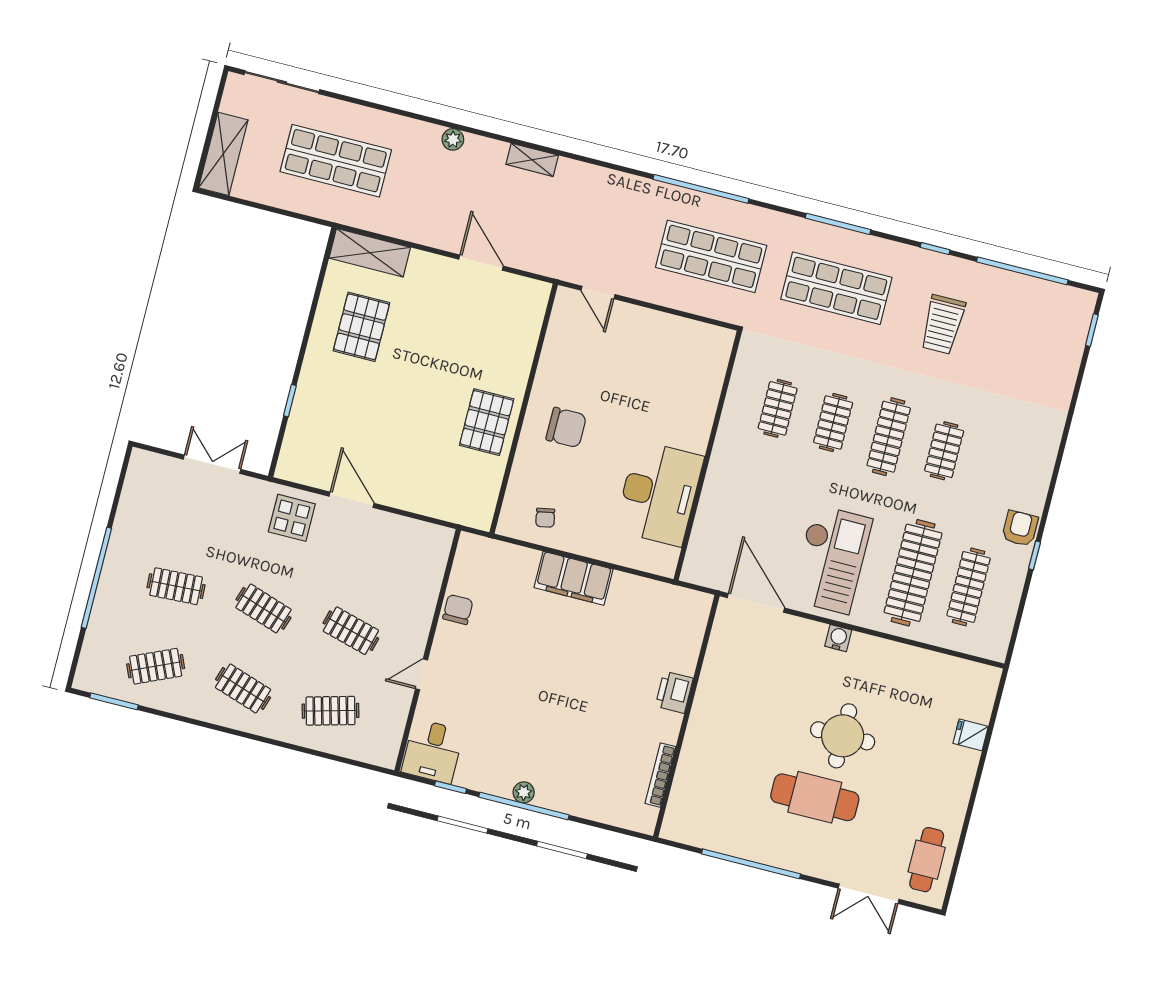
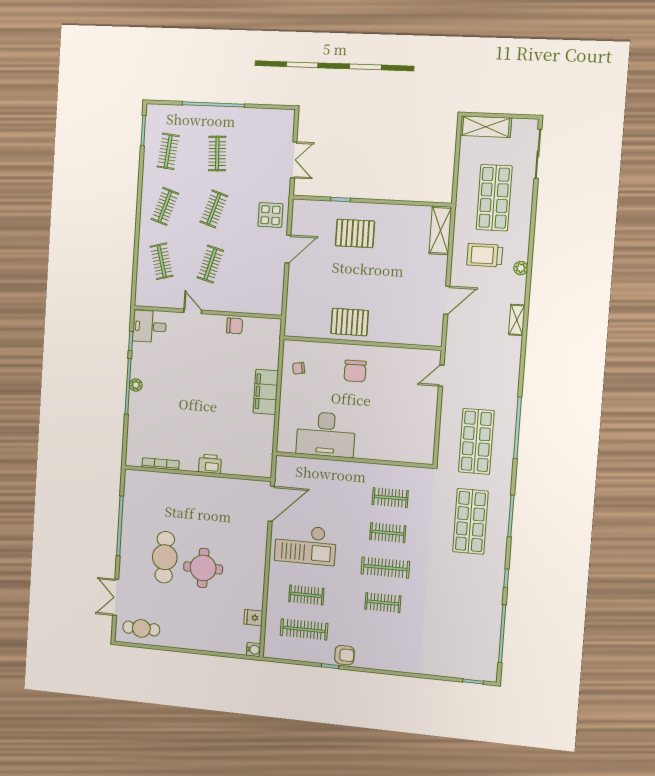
trolley: (943, 325) -> (485, 255), moved
pallet: (362, 327) -> (355, 233), moved
clothes rail: (913, 573) -> (306, 595), width x0.54, depth x0.76
water cooler: (838, 638) -> (254, 650), moved
clothes rail: (156, 666) -> (168, 151), turned 30
fridge: (971, 735) -> (253, 618), moved, turned -90

